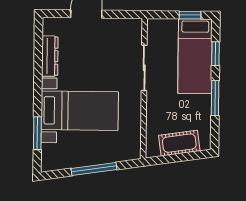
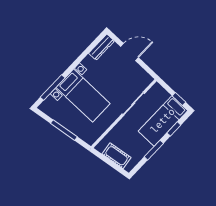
dresser: (50, 56) -> (101, 47), moved
window: (37, 133) -> (53, 88), width x1.44

